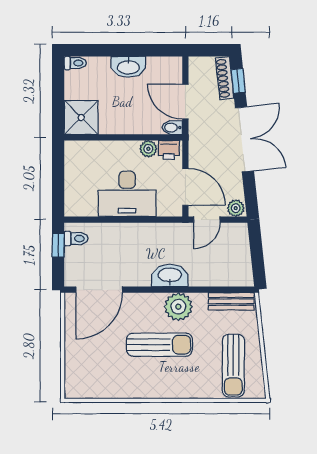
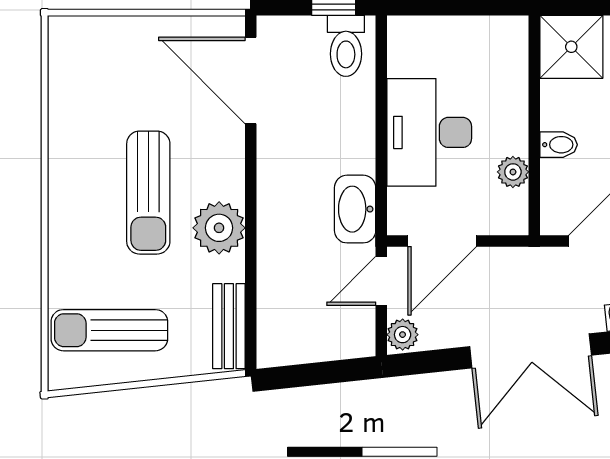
bidet: (172, 128) -> (559, 145), moved, turned 90
printer: (169, 150) -> (511, 210), removed
door: (207, 220) -> (381, 281), hinge flipped
toilet: (76, 239) -> (346, 46), width x1.37, depth x1.39
washbasin: (170, 276) -> (355, 209), moved, turned 180

